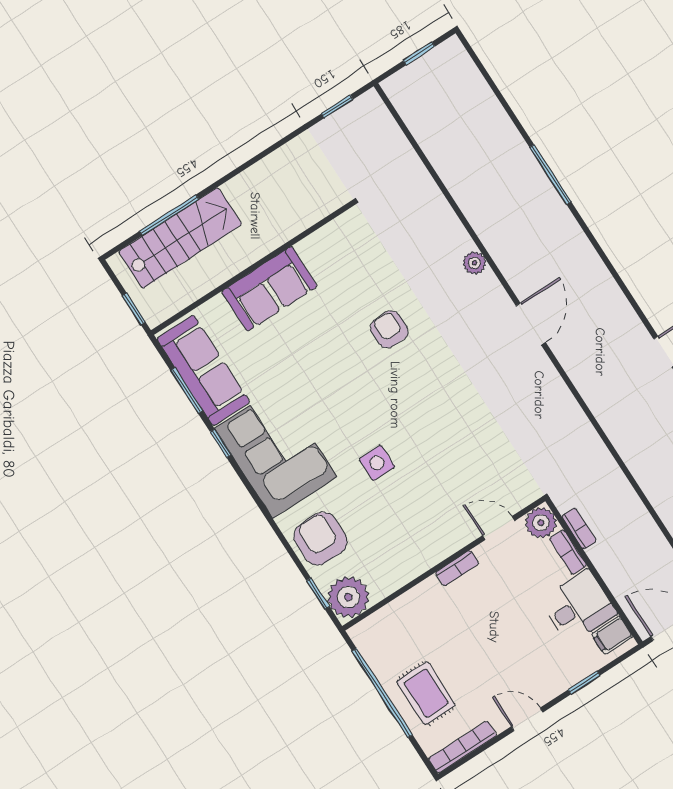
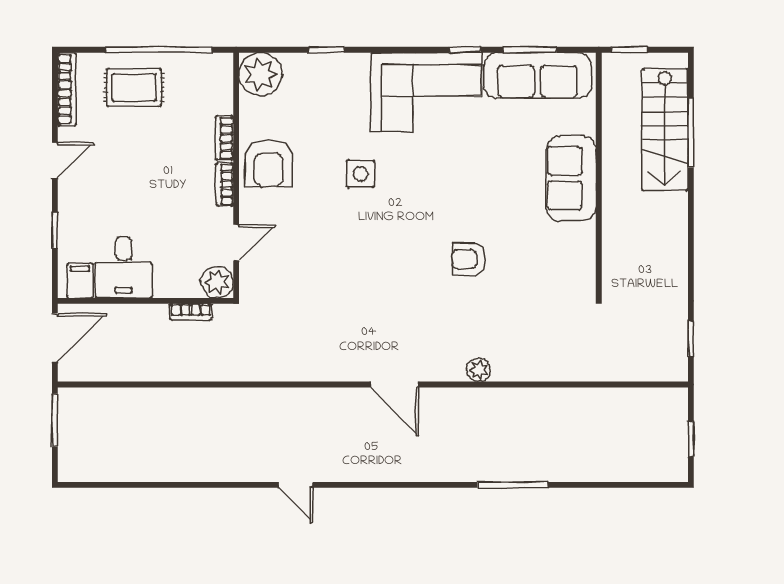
armchair: (389, 329) -> (469, 259), turned 180
armchair: (320, 539) -> (269, 163), moved, turned 90
bookcase: (568, 552) -> (224, 138), moved, turned -90
window: (318, 594) -> (327, 50), moved

